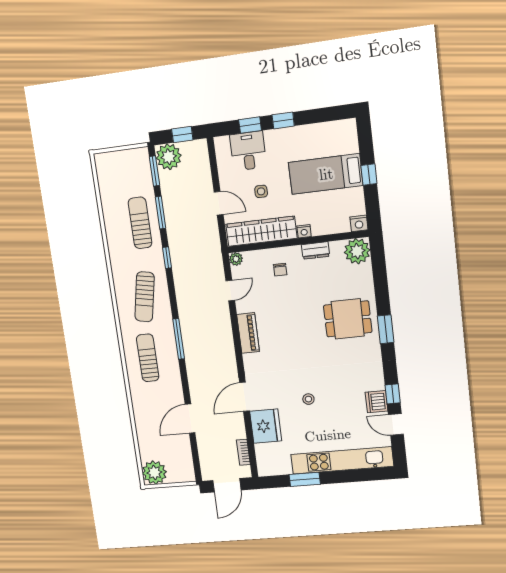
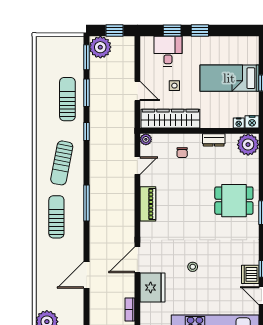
nightstand: (304, 231) -> (239, 123), moved

